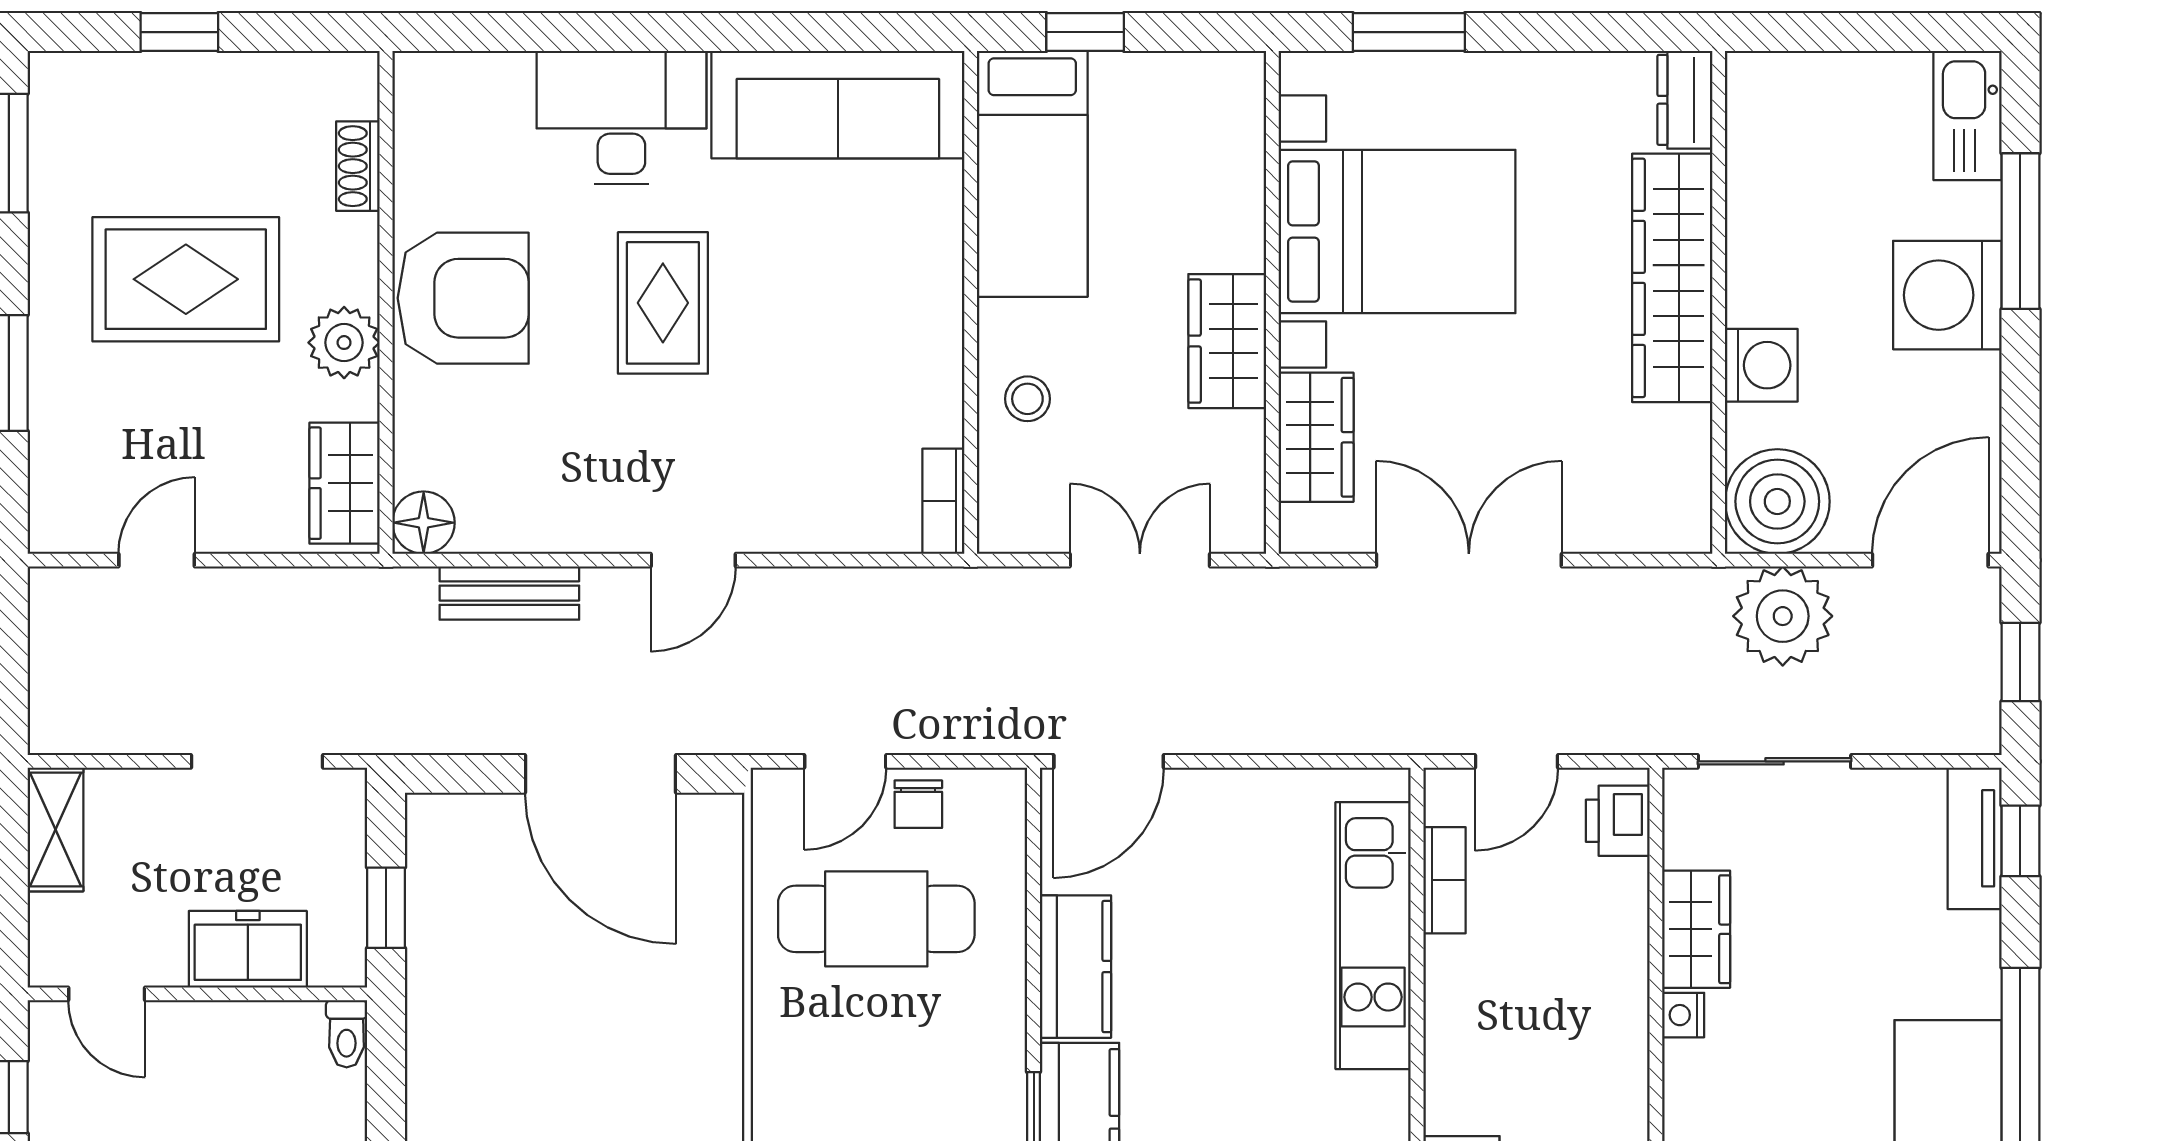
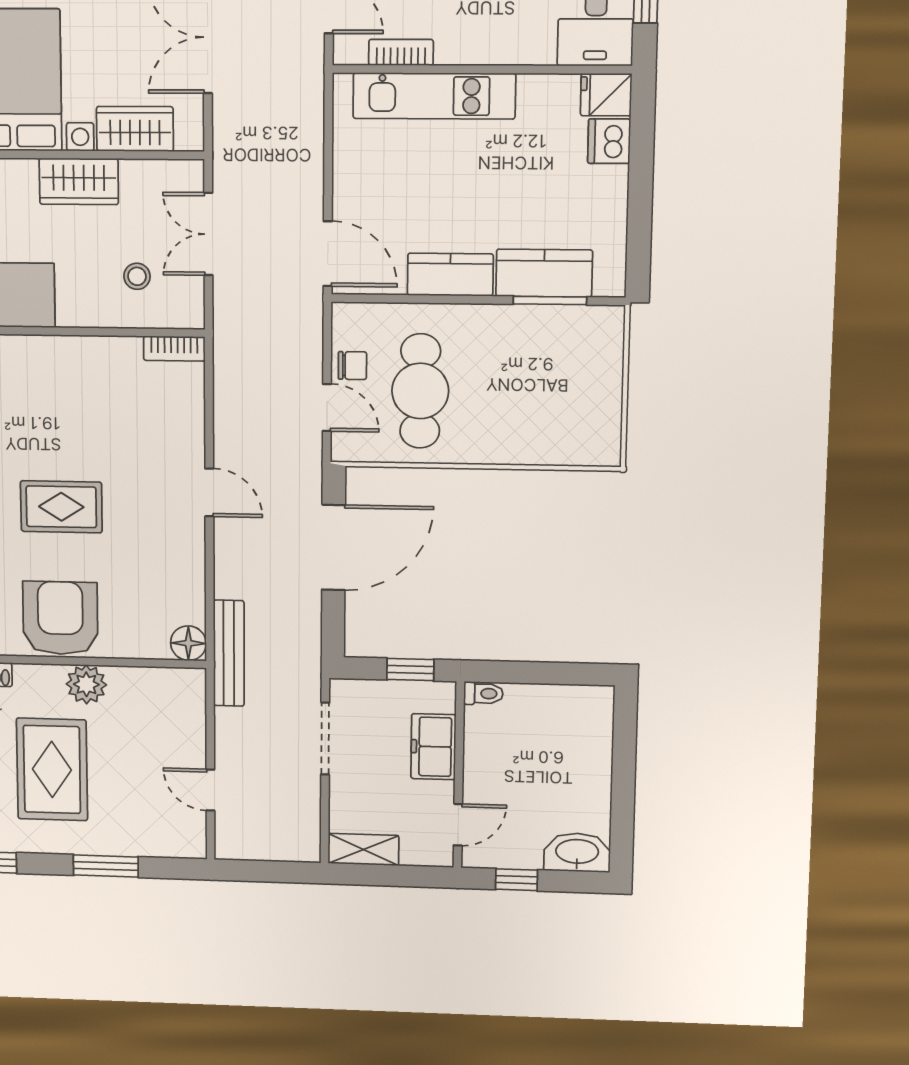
stool: (1027, 399) -> (137, 276), moved
wardrobe: (345, 483) -> (166, 686), removed
bench: (509, 593) -> (229, 653), moved, width x1.36

